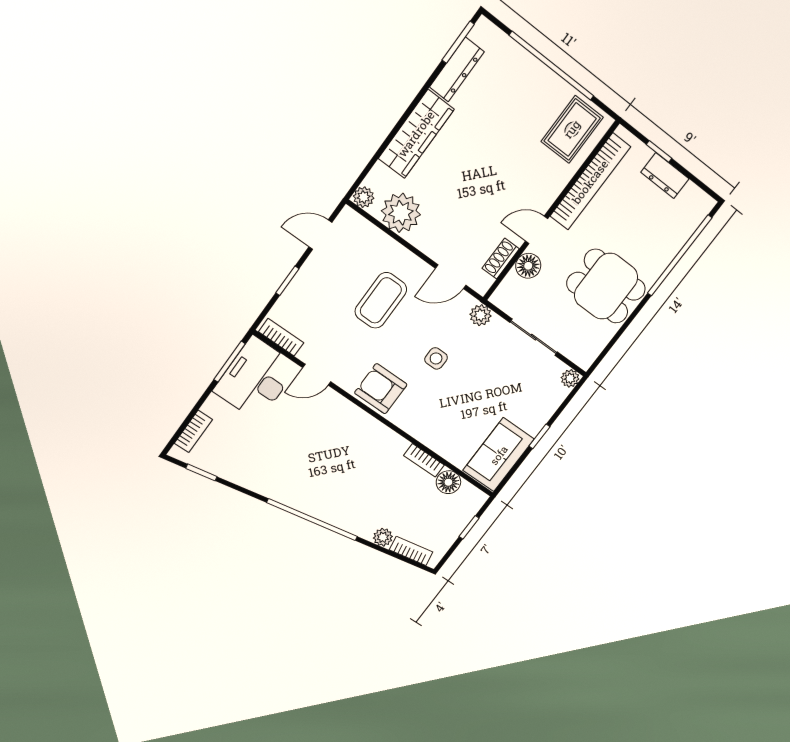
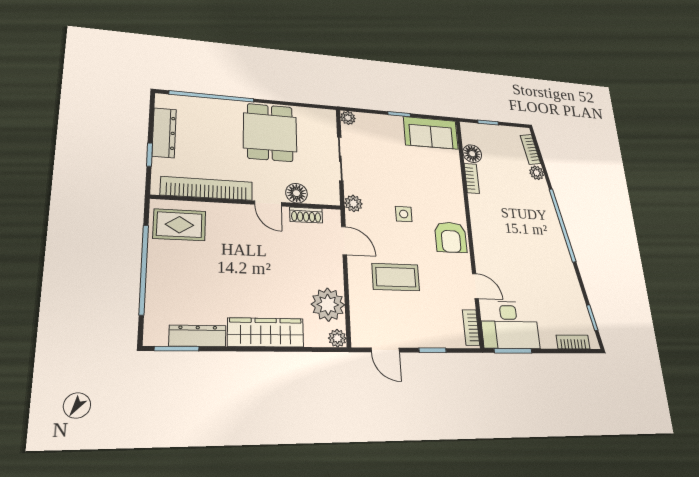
dresser: (665, 176) -> (164, 133), width x1.44

